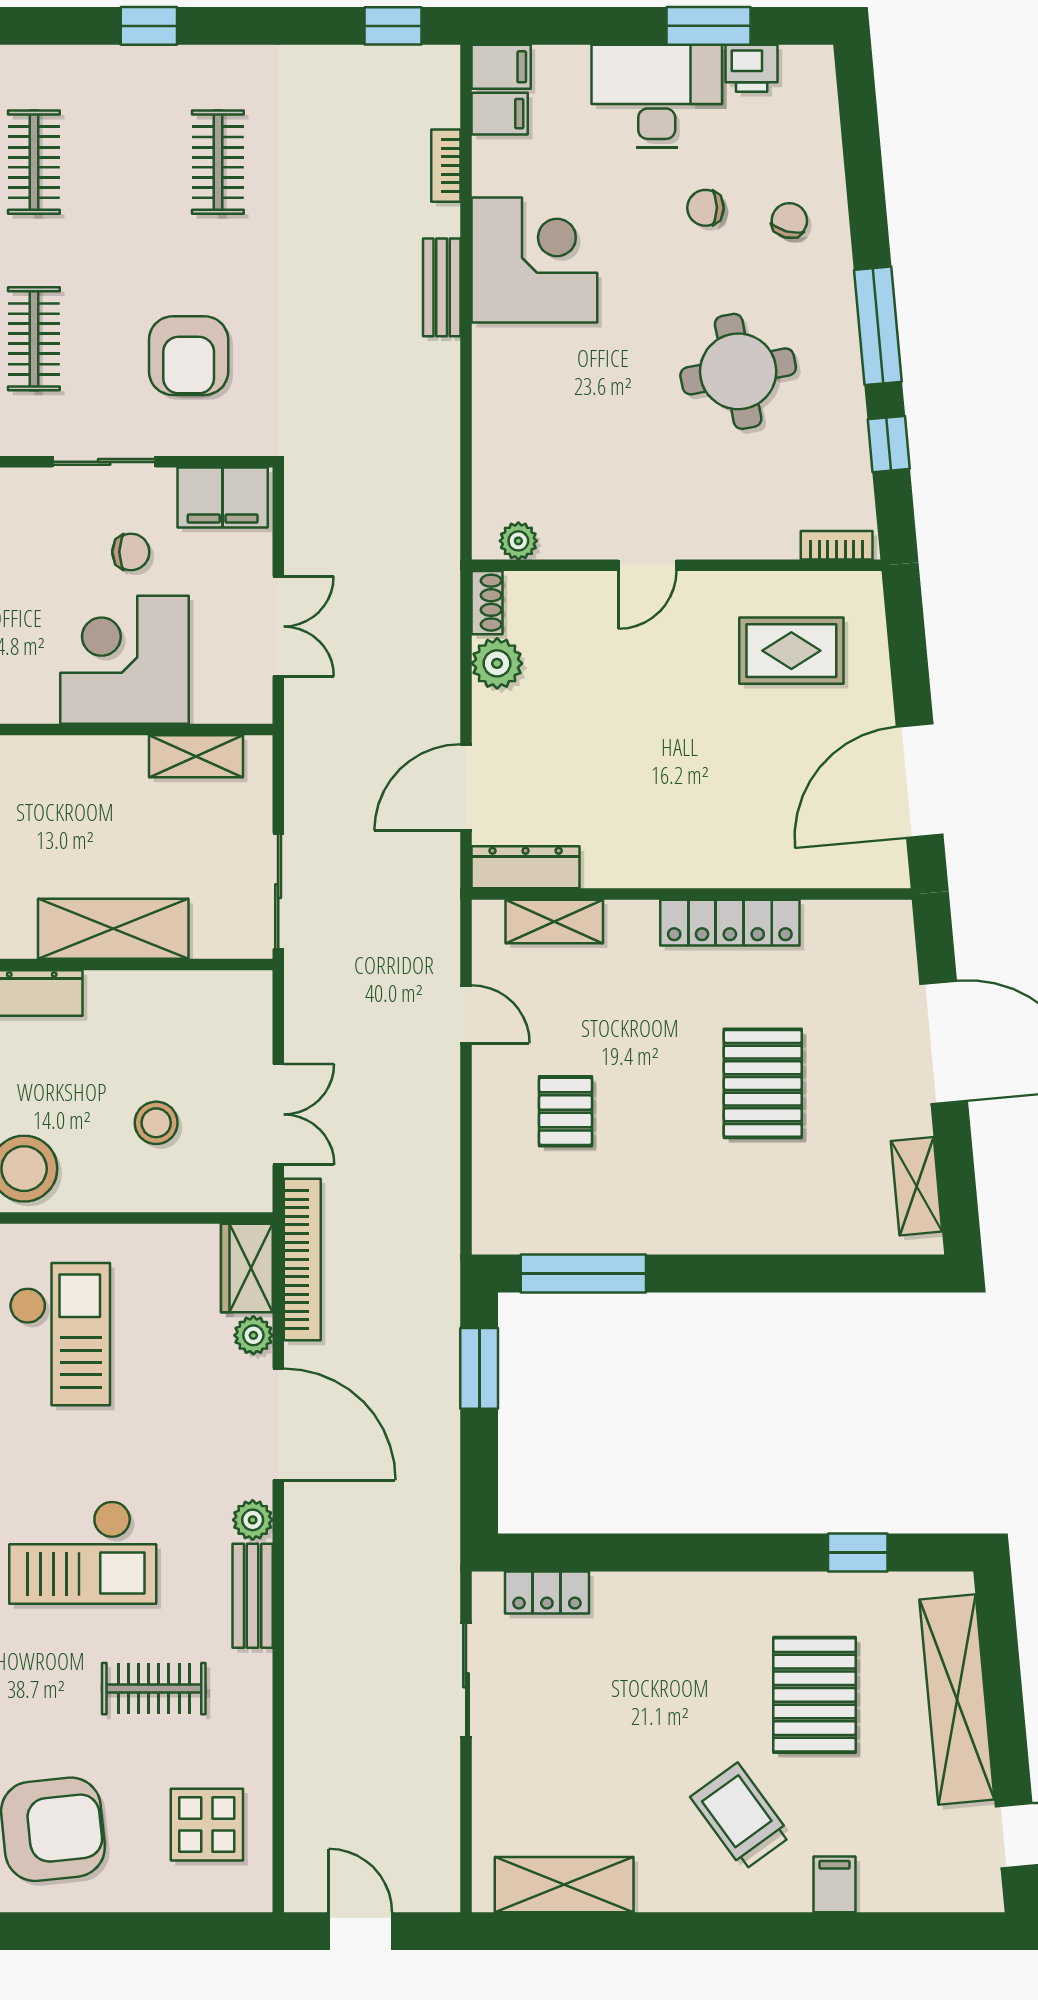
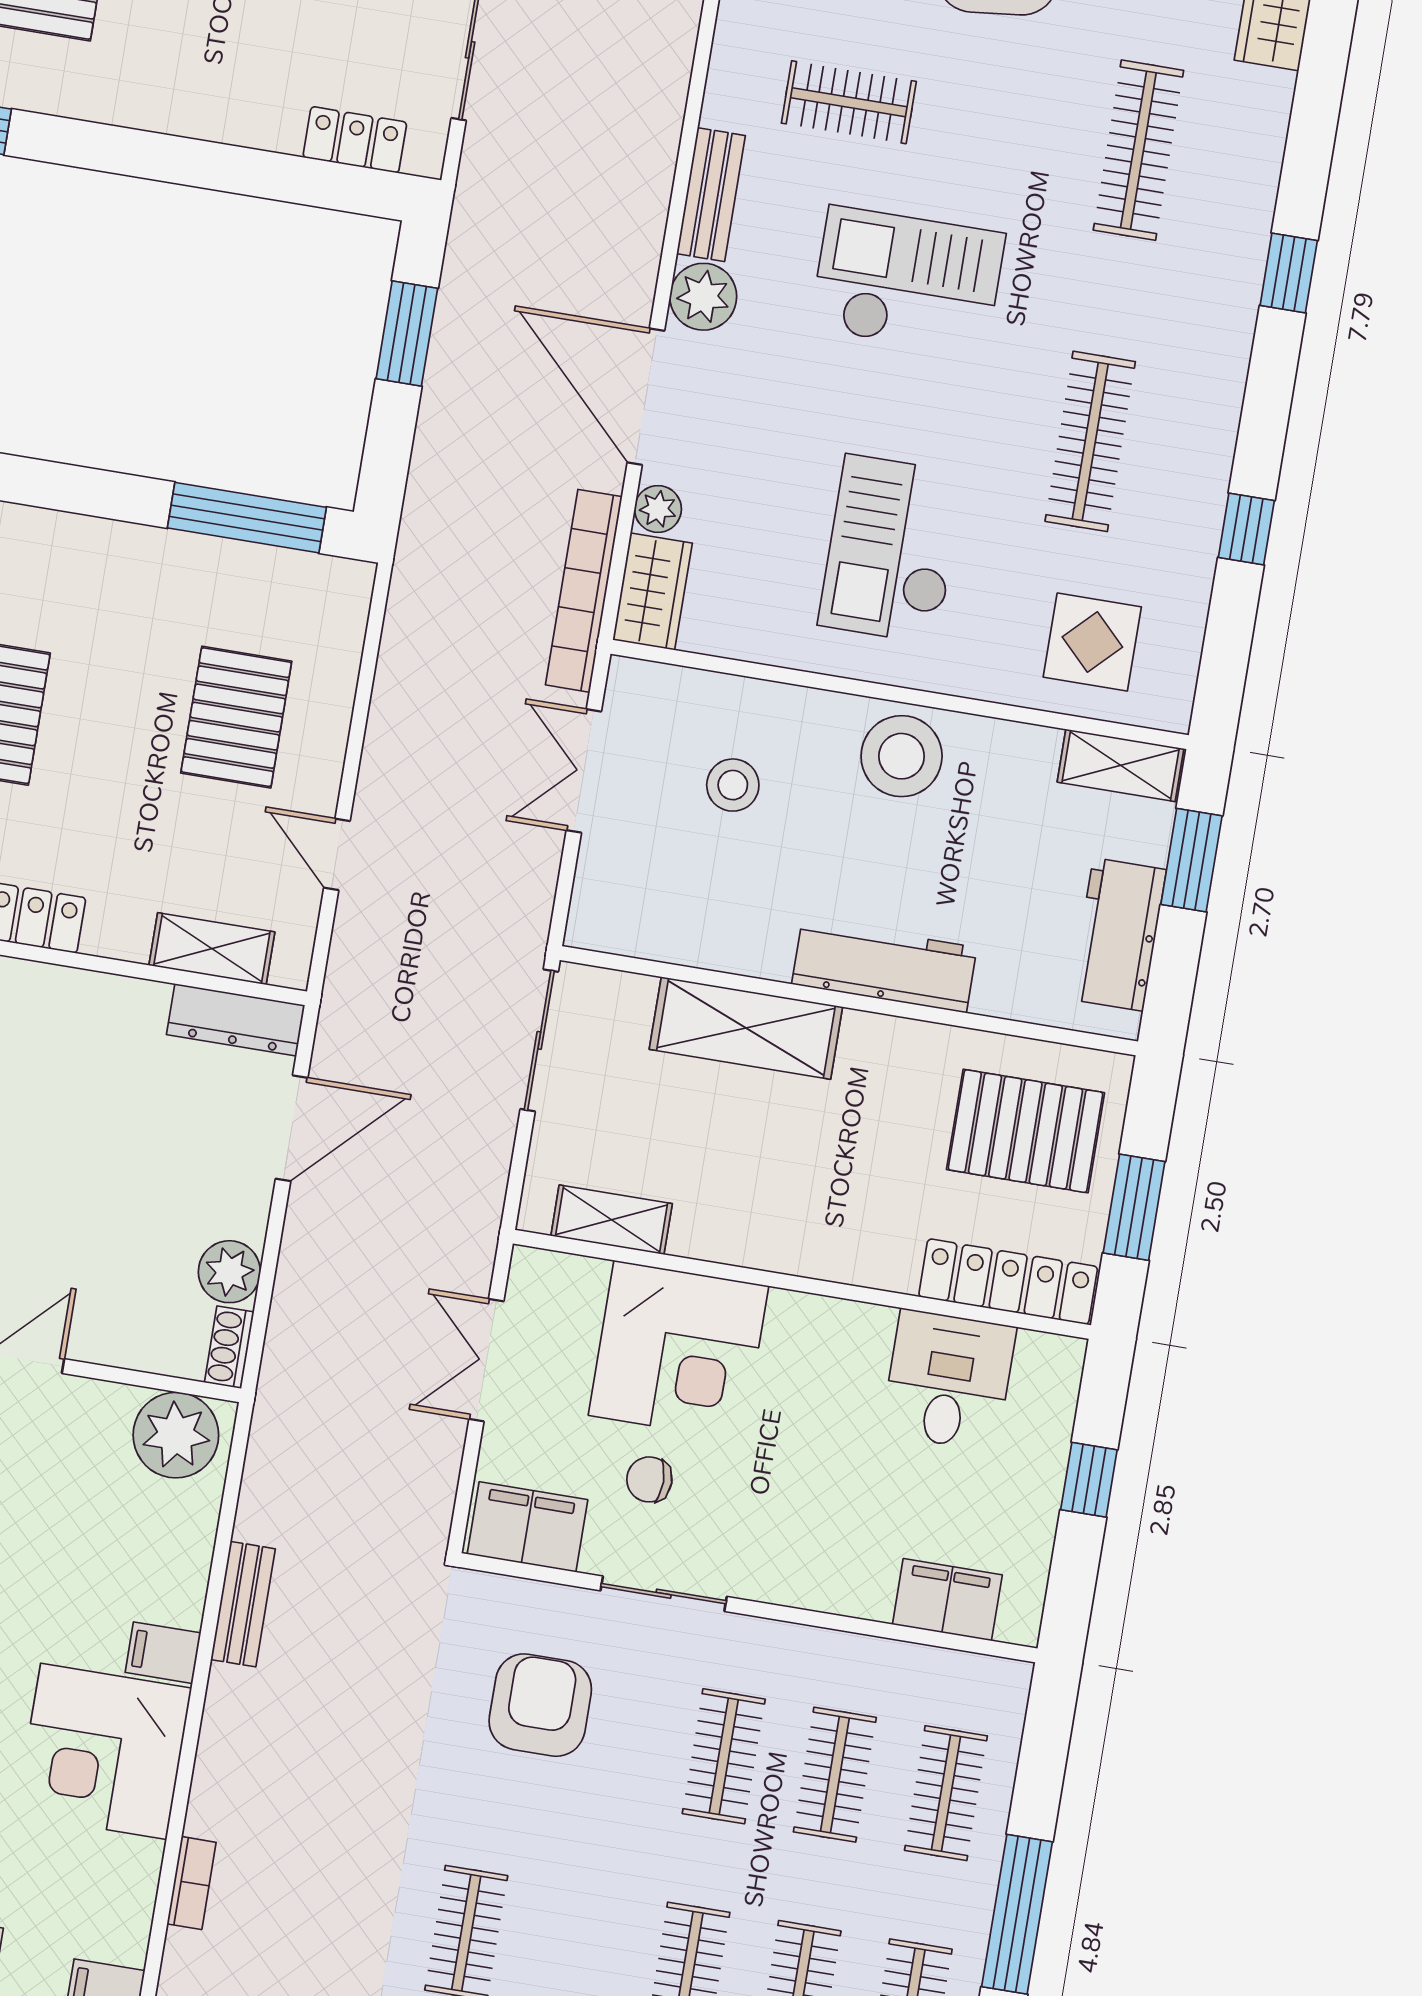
filing cabinet: (500, 114) -> (163, 1653), moved
bench: (442, 287) -> (243, 1604), moved
plant: (518, 541) -> (176, 1435), width x1.87, depth x1.87
pallet: (565, 1111) -> (236, 717), width x1.50, depth x1.42
window: (479, 1368) -> (407, 333), moved
plant: (253, 1520) -> (703, 297), width x1.38, depth x1.38

